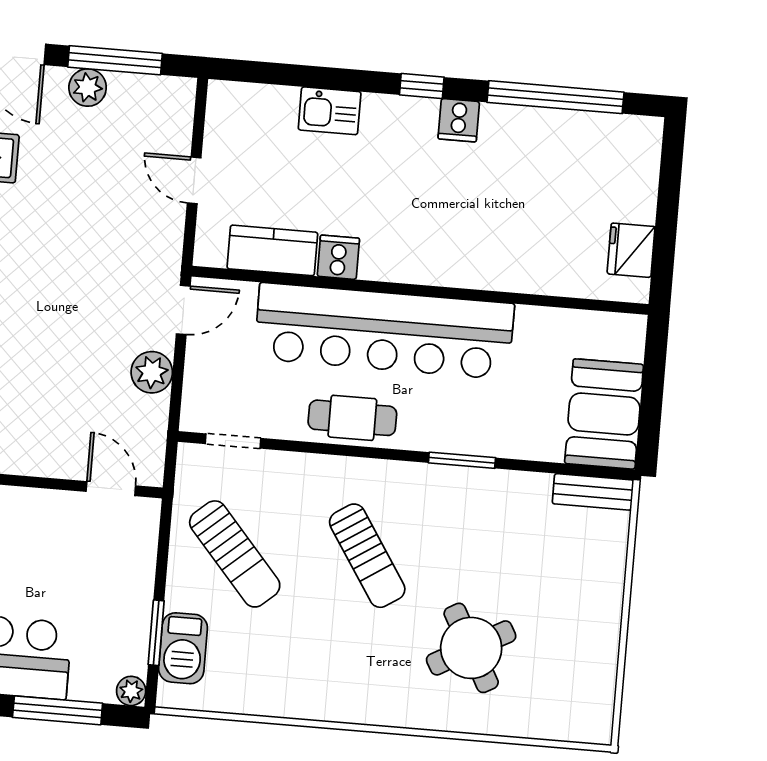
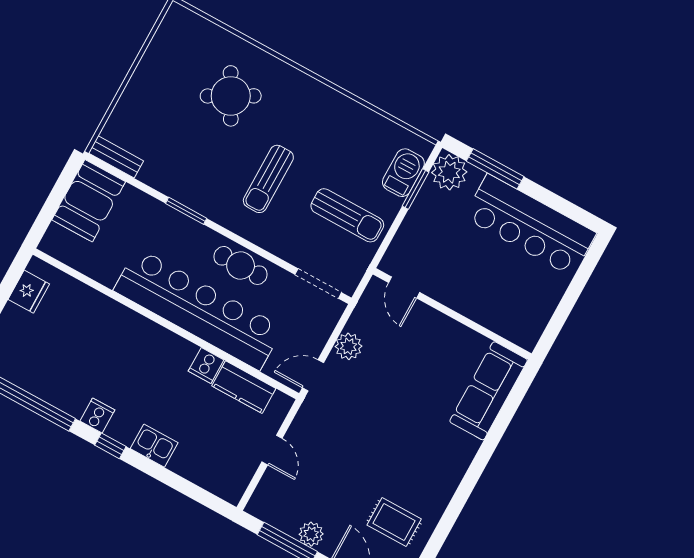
kitchen sink: (330, 111) -> (154, 446), moved
doorway: (233, 441) -> (318, 283), width x1.38
sun lounger: (235, 554) -> (347, 215), turned 131
sun lounger: (367, 556) -> (268, 179), turned -147
plant: (131, 691) -> (449, 172), width x1.87, depth x1.87

